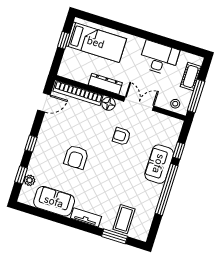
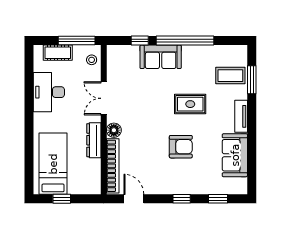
armchair: (122, 136) -> (144, 106), removed
rug: (110, 177) -> (190, 104), added
plant: (29, 180) -> (221, 188), removed

